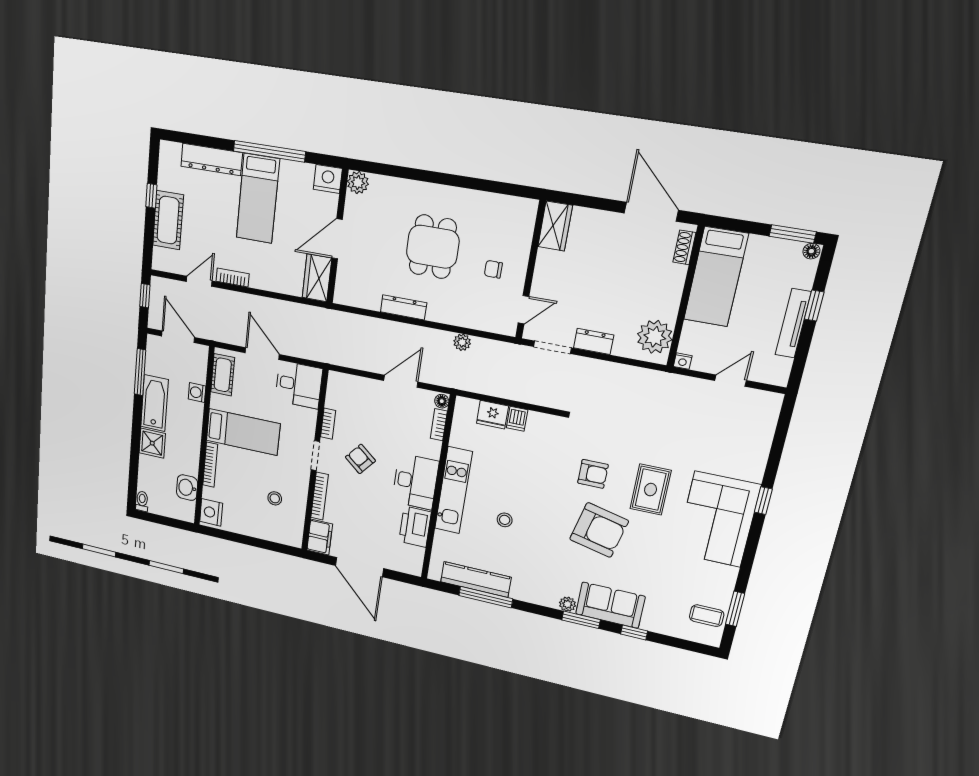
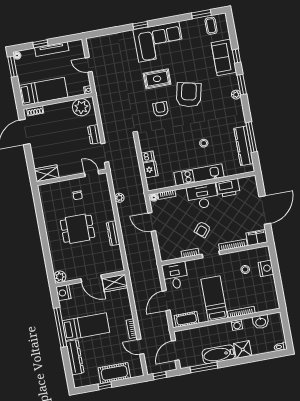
washing machine: (197, 393) -> (237, 325), moved
nightstand: (211, 512) -> (266, 268), moved, turned -90
sofa: (610, 605) -> (224, 57), moved

